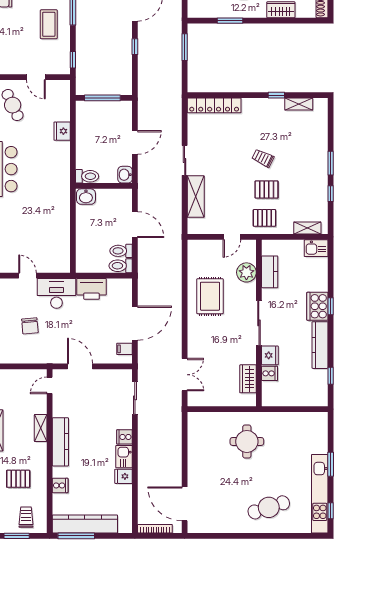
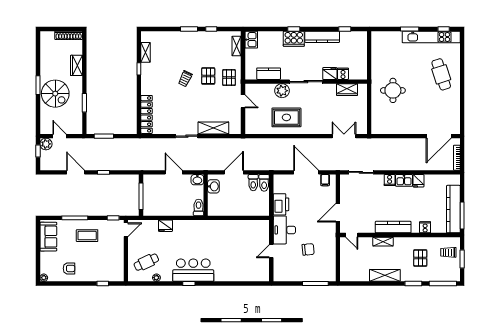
door: (36, 77) -> (126, 230), moved
washbasin: (86, 197) -> (213, 186), moved
plant: (246, 272) -> (282, 91), moved

